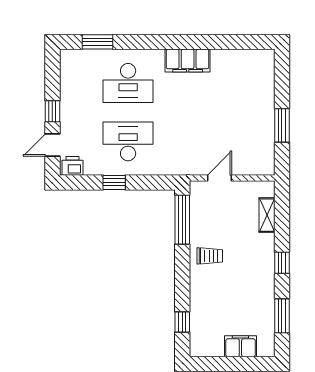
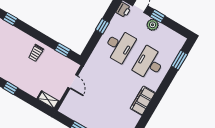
plant: (69, 111) -> (153, 25), added
shelving: (267, 215) -> (48, 100), moved
window: (182, 220) -> (63, 50), width x0.46

